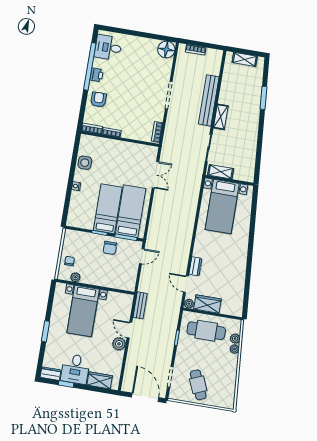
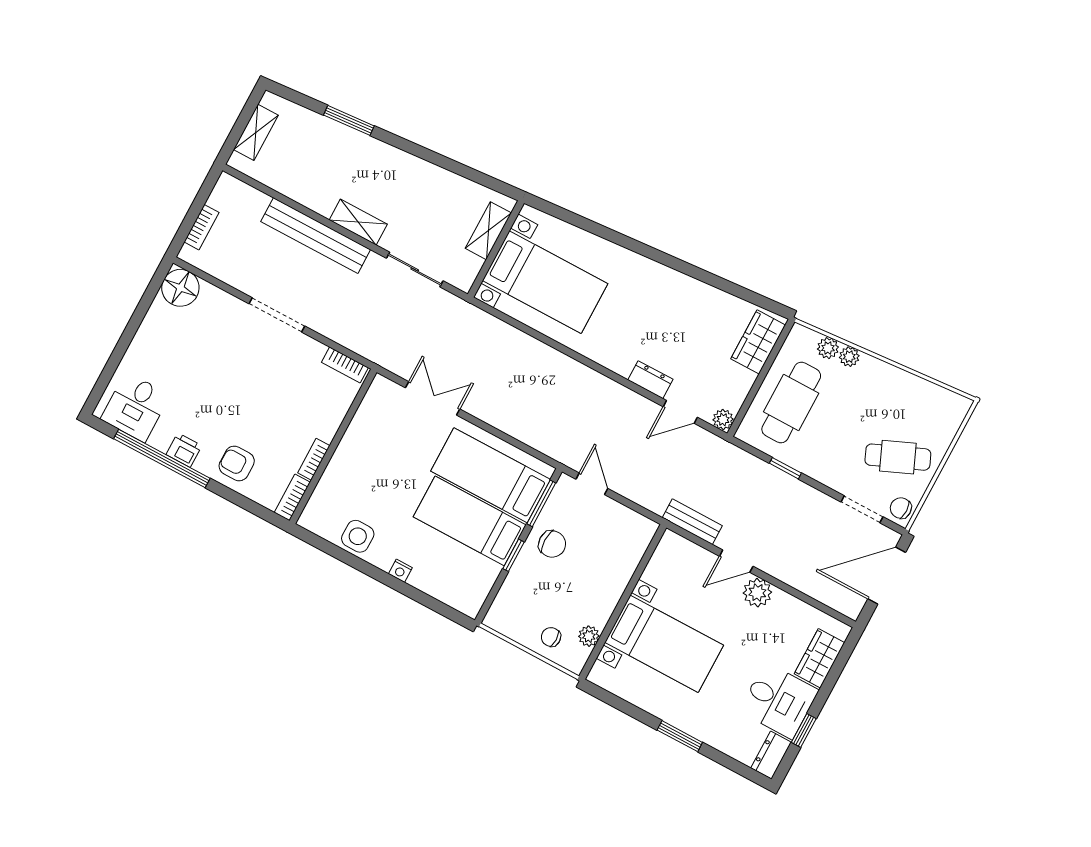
shelving: (221, 172) -> (488, 231), moved
wardrobe: (207, 304) -> (758, 342), moved
chair: (177, 394) -> (901, 508), added

